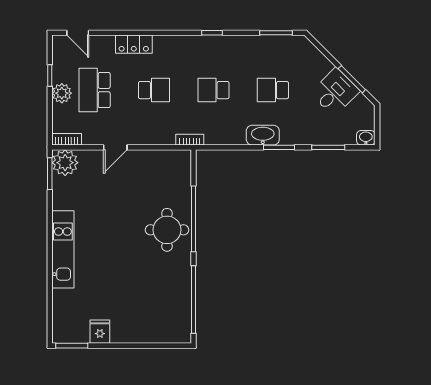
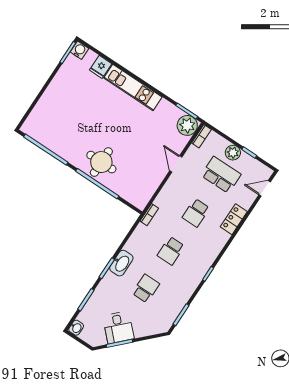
school desk: (213, 90) -> (171, 251), turned 180
fridge: (100, 332) -> (101, 67), moved, turned 90
water cooler: (61, 335) -> (79, 50), added

